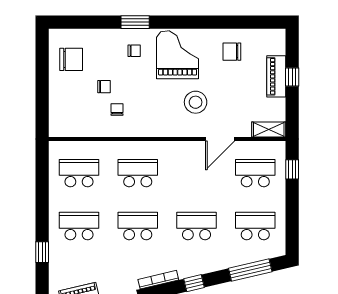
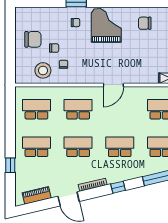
chair: (71, 59) -> (33, 39), moved
stool: (196, 102) -> (43, 70), moved
door: (220, 139) -> (113, 85), moved

